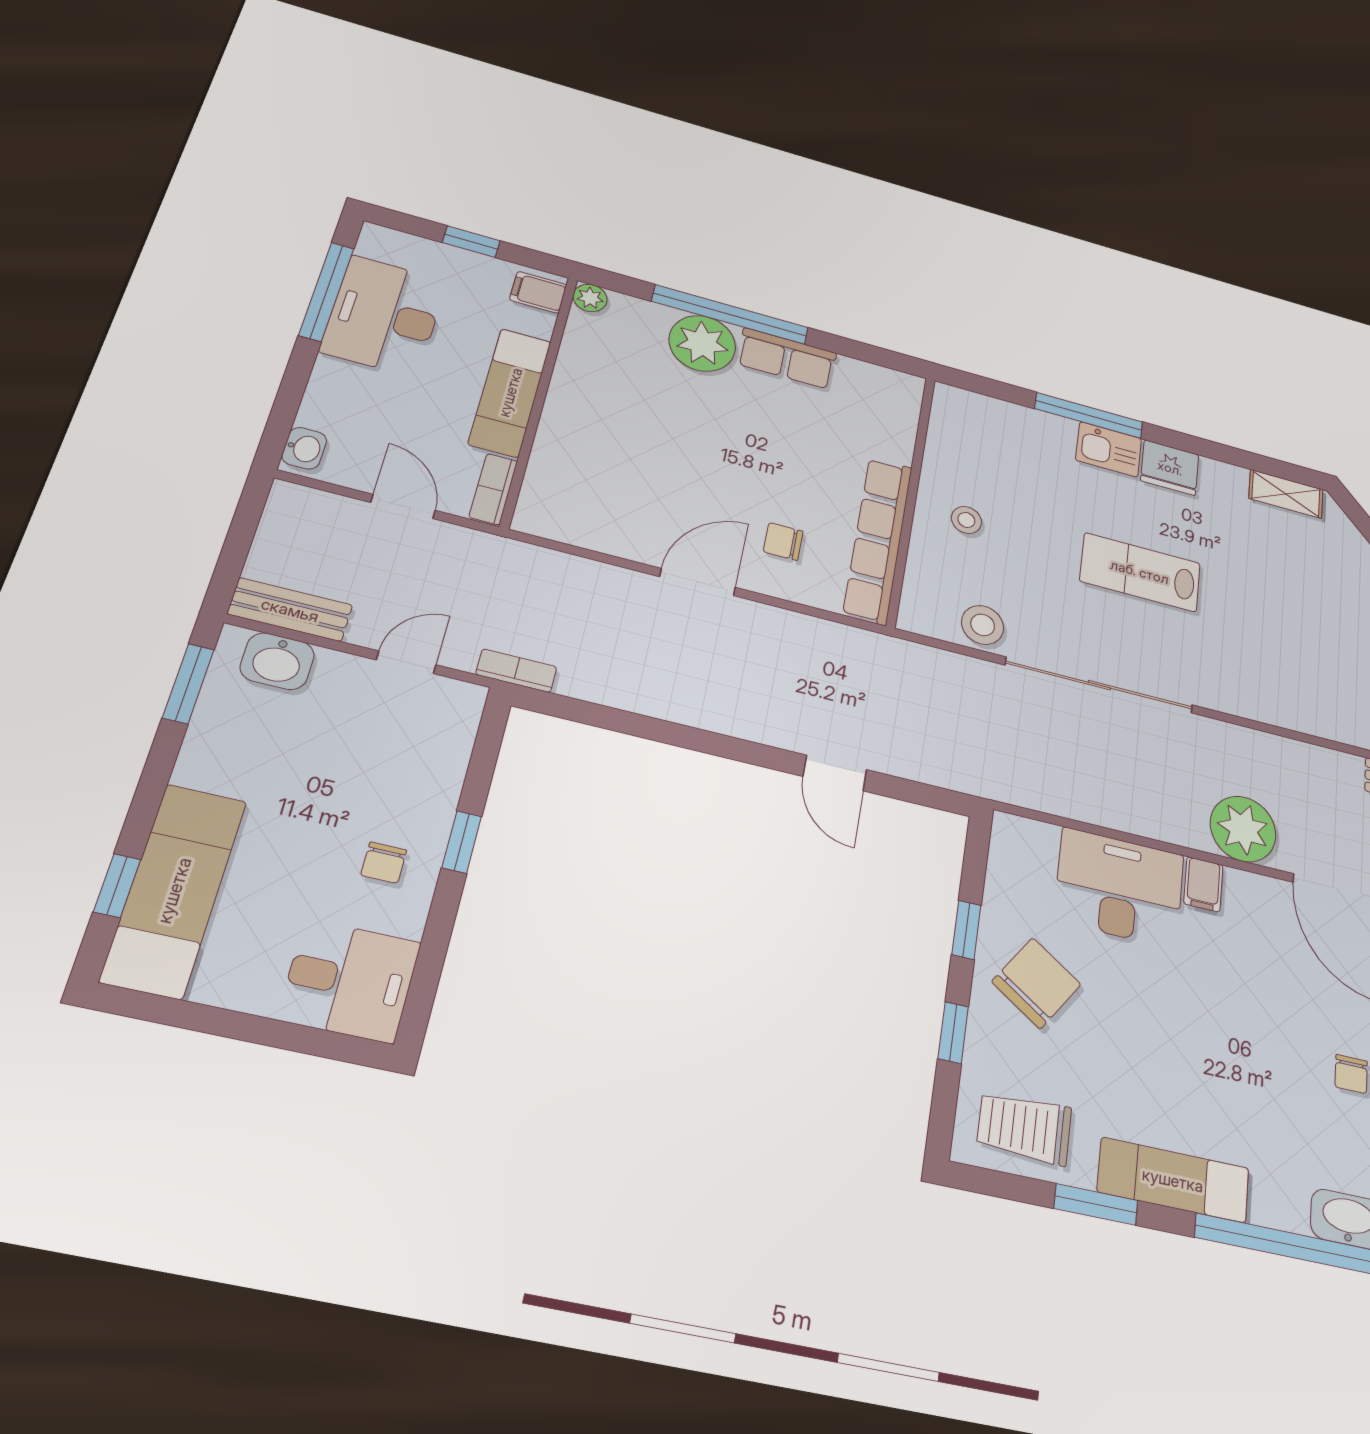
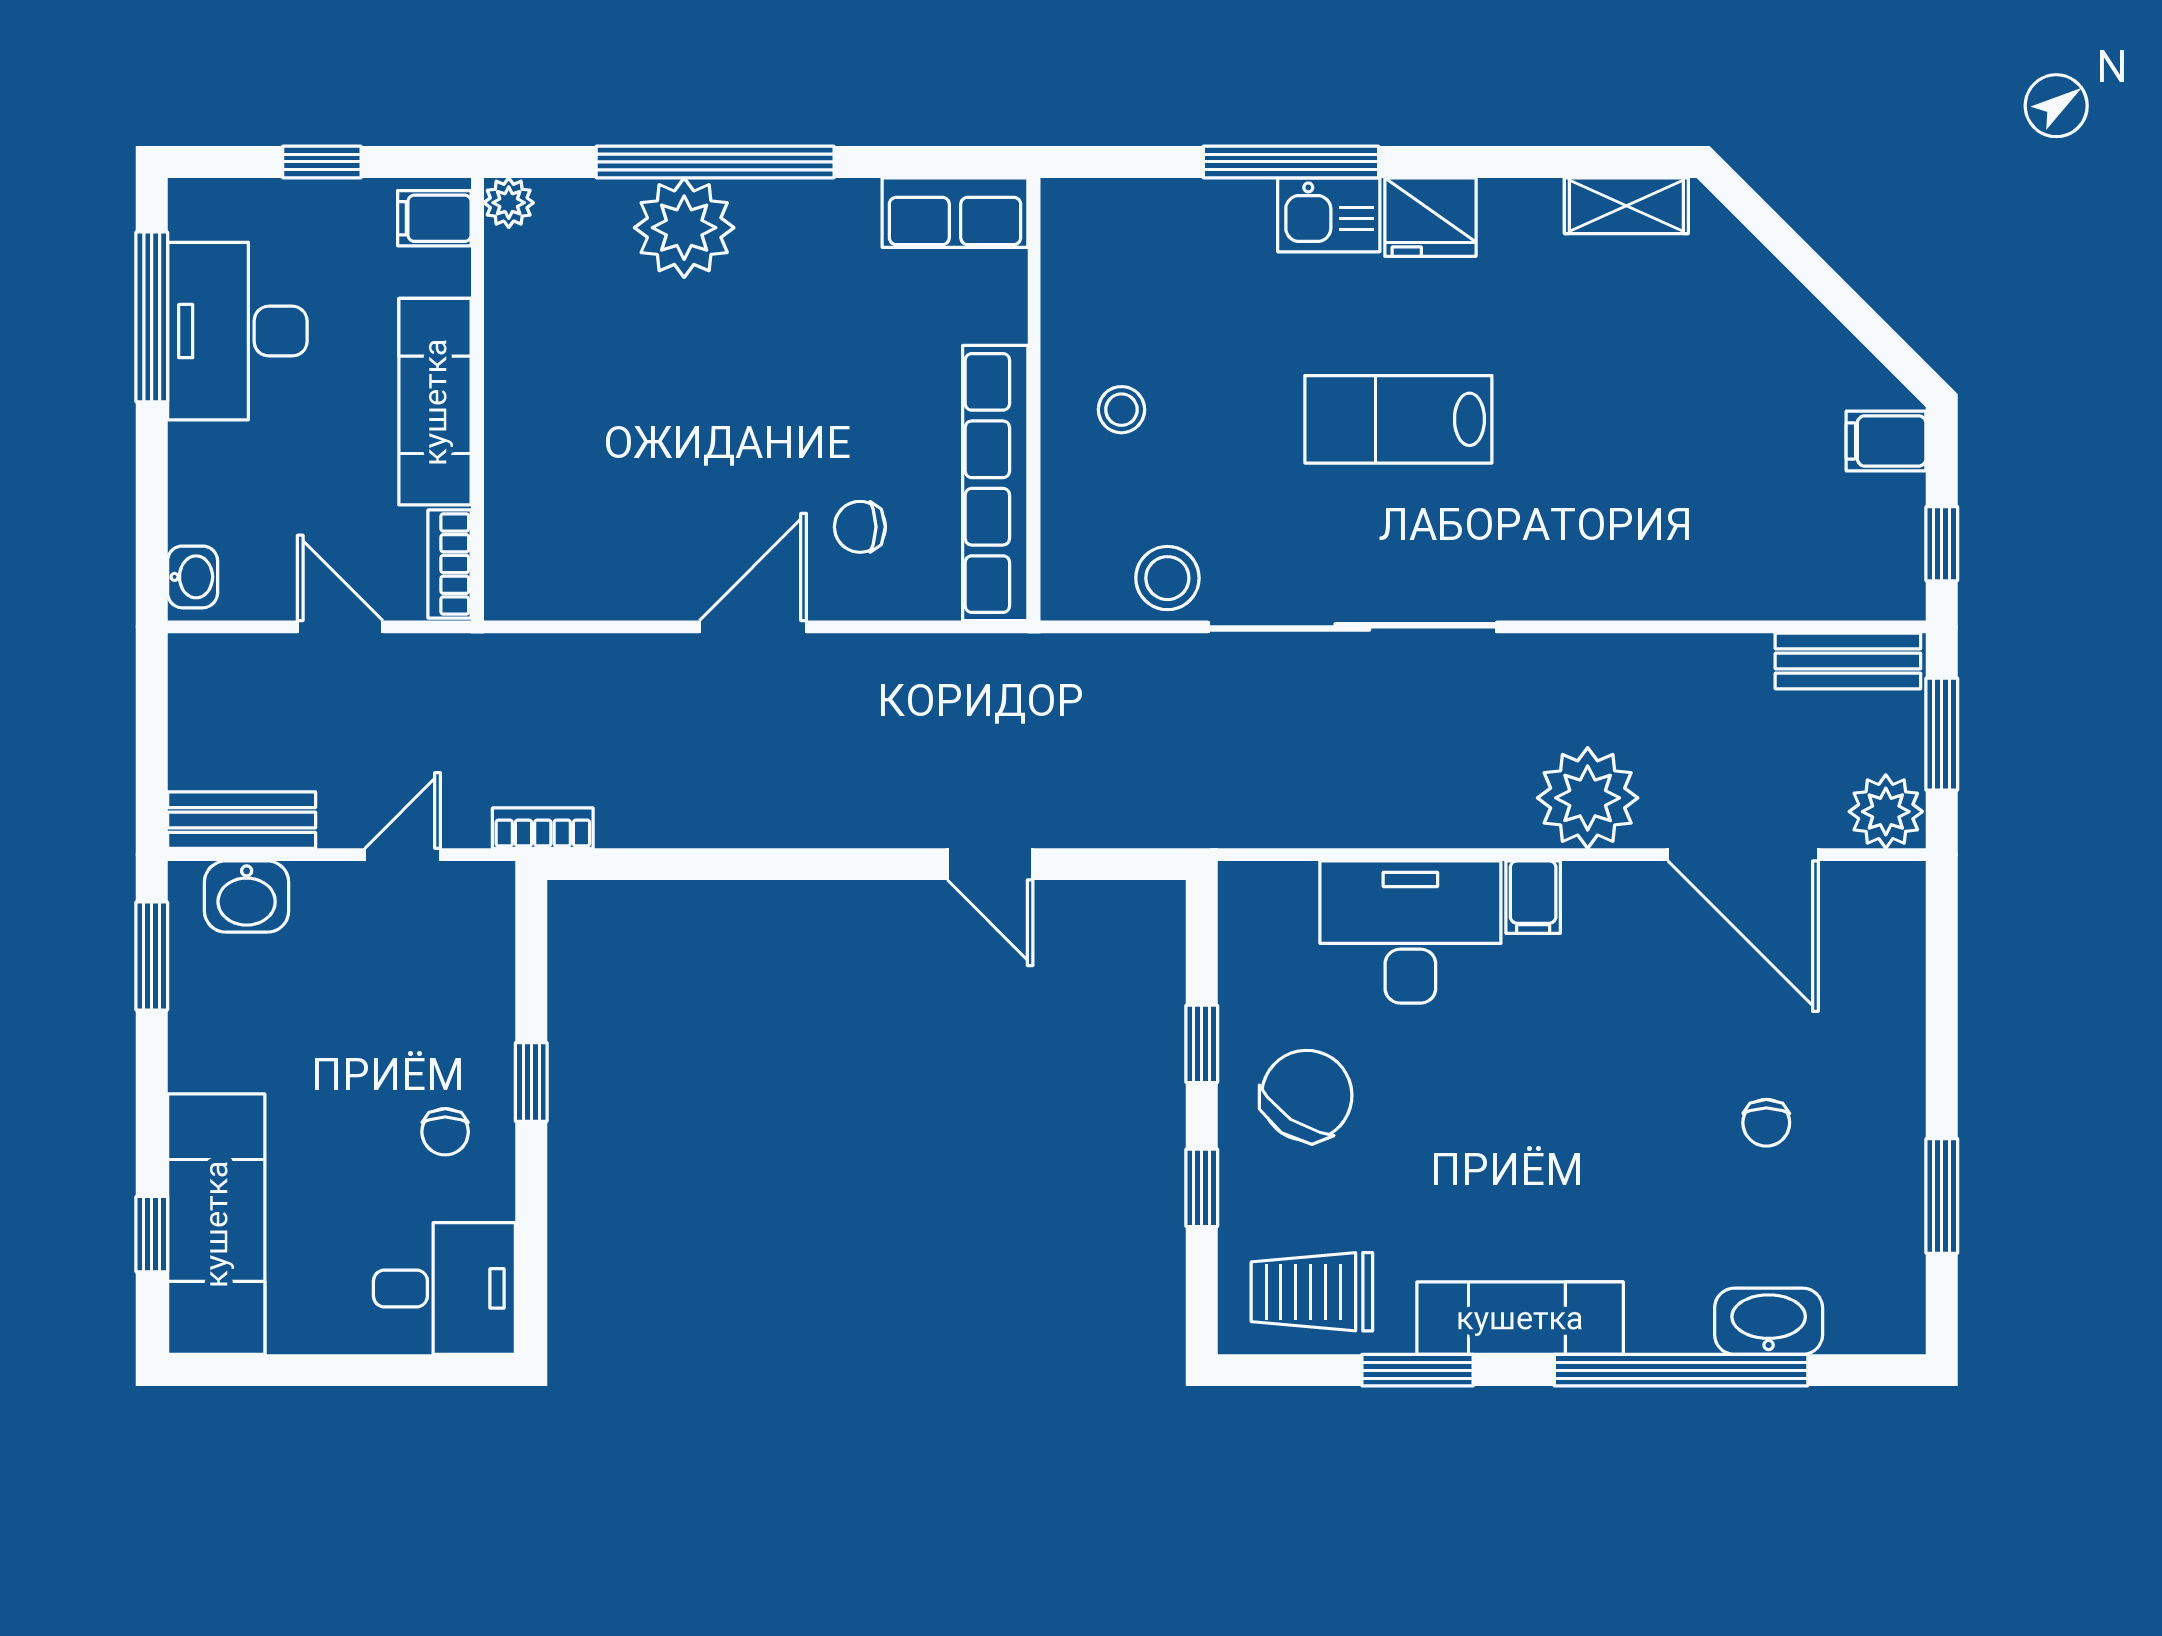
row of seats: (787, 358) -> (955, 213), moved

